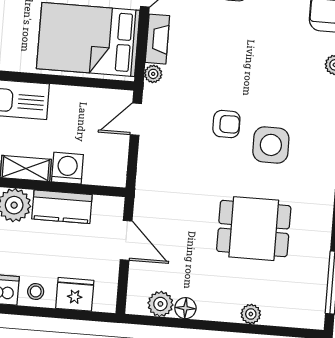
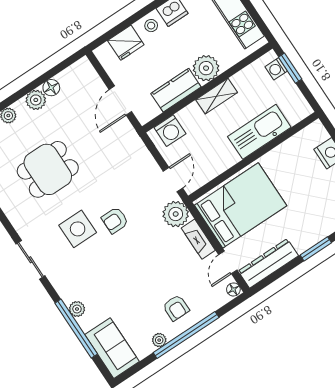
plant: (153, 74) -> (176, 214), width x1.88, depth x1.88
washing machine: (67, 168) -> (170, 131), moved
door: (126, 240) -> (120, 101), hinge flipped
plant: (160, 304) -> (36, 100), moved

